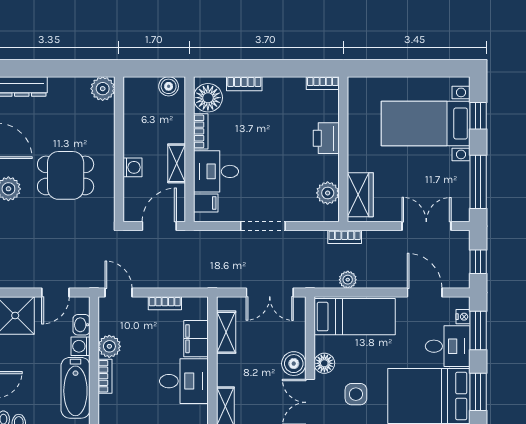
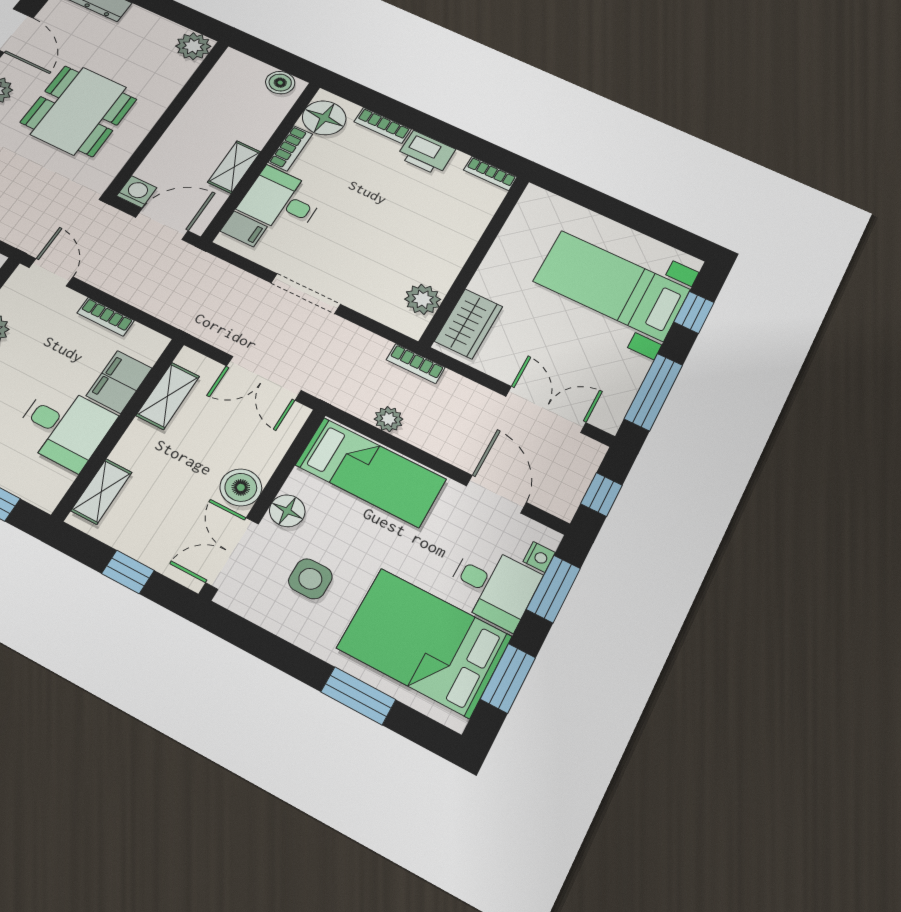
printer: (326, 138) -> (426, 153), moved, turned -90
washing machine: (132, 167) -> (137, 192), moved, turned -90
dining table: (66, 175) -> (79, 111), width x1.38

